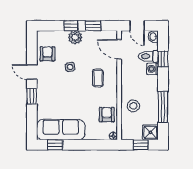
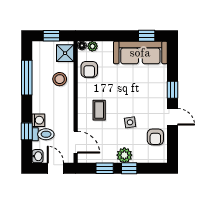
shower: (151, 132) -> (65, 53), moved
plant: (104, 135) -> (92, 46), added

